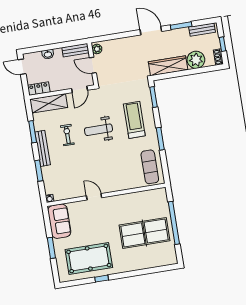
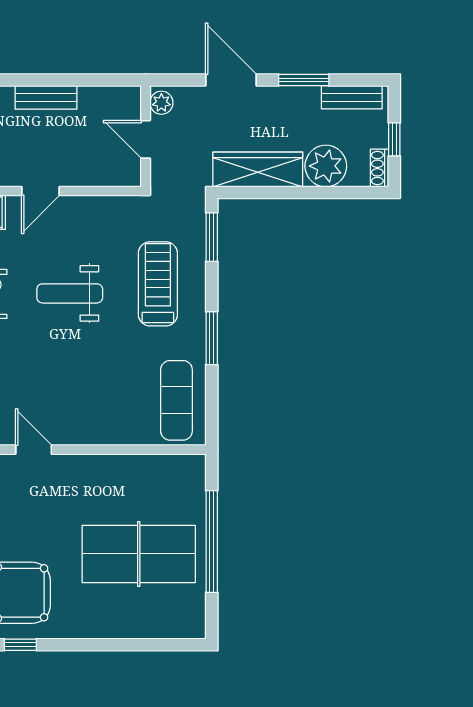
plant: (97, 49) -> (161, 103), moved
wall: (93, 64) -> (146, 136), moved
door: (93, 65) -> (146, 139), moved

